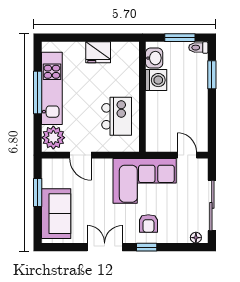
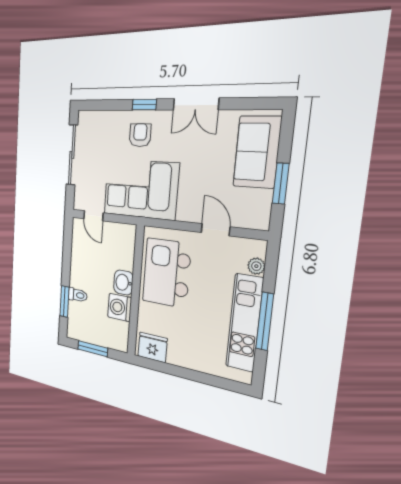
toilet: (198, 48) -> (78, 295), moved
fridge: (98, 52) -> (153, 347), moved
washbasin: (154, 58) -> (123, 282), moved
kitchen island: (117, 116) -> (166, 273), width x1.37, depth x1.28
plant: (53, 138) -> (256, 266), width x0.53, depth x0.53
floor lamp: (196, 238) -> (90, 117), removed

